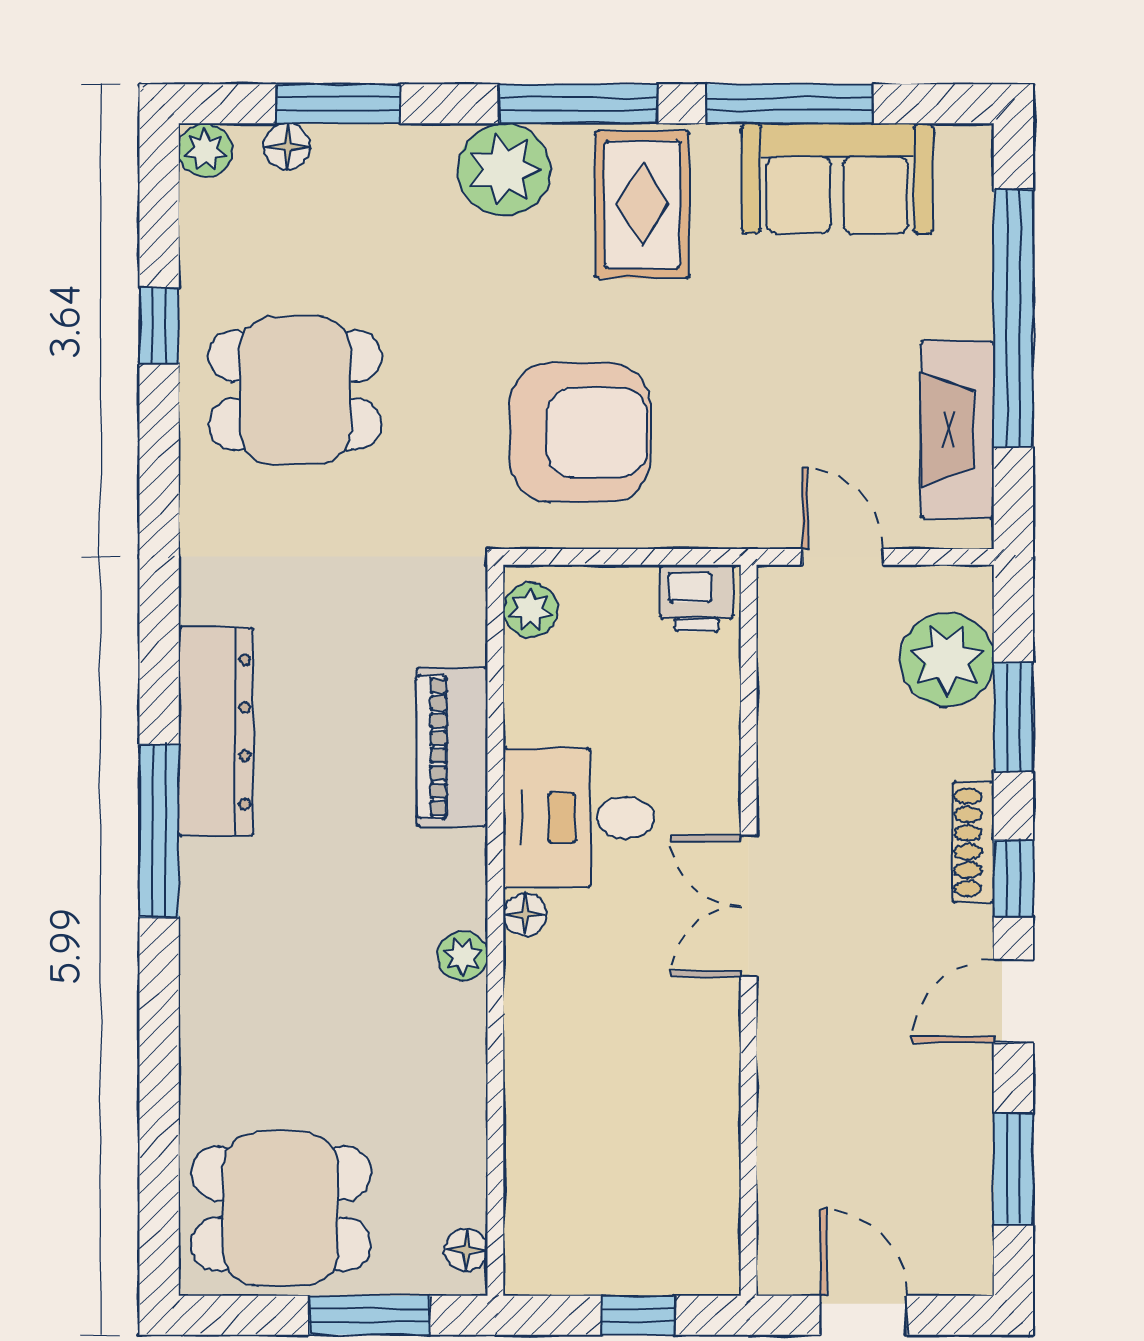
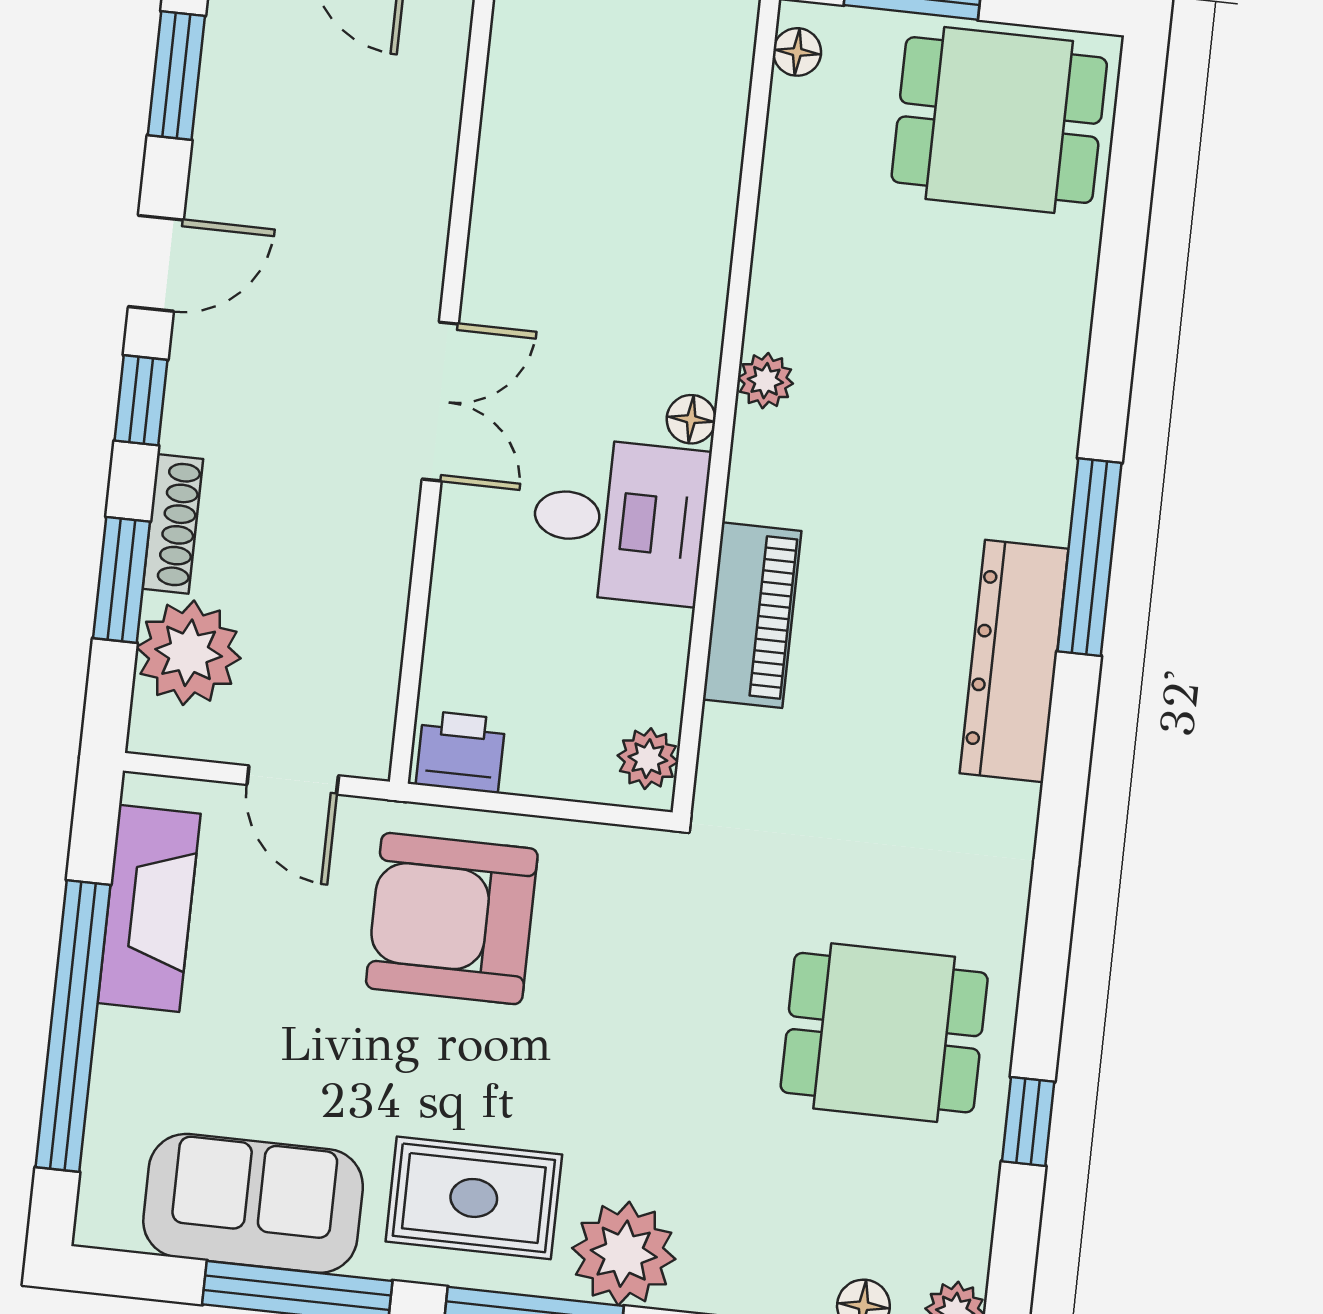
rug: (642, 205) -> (474, 1198), turned 90
armchair: (580, 432) -> (452, 919), moved
shoe rack: (973, 842) -> (173, 524), moved

